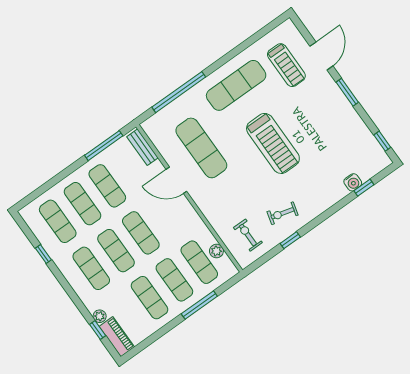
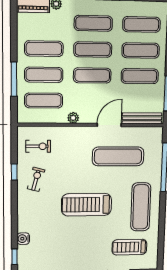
bench: (142, 147) -> (142, 118), width x1.36
window: (364, 188) -> (14, 257), moved
plant: (216, 251) -> (73, 118), moved

